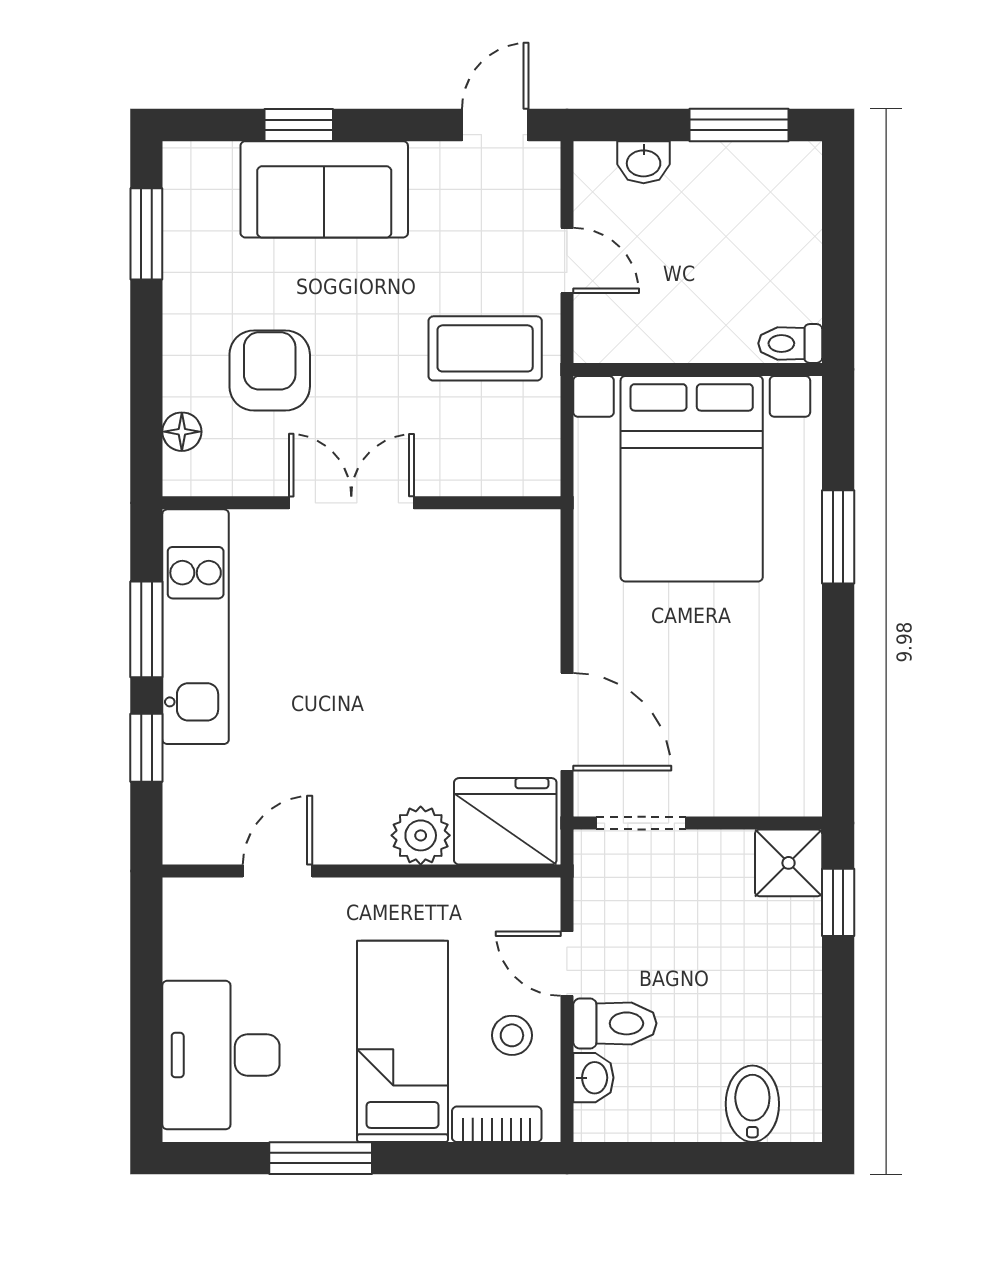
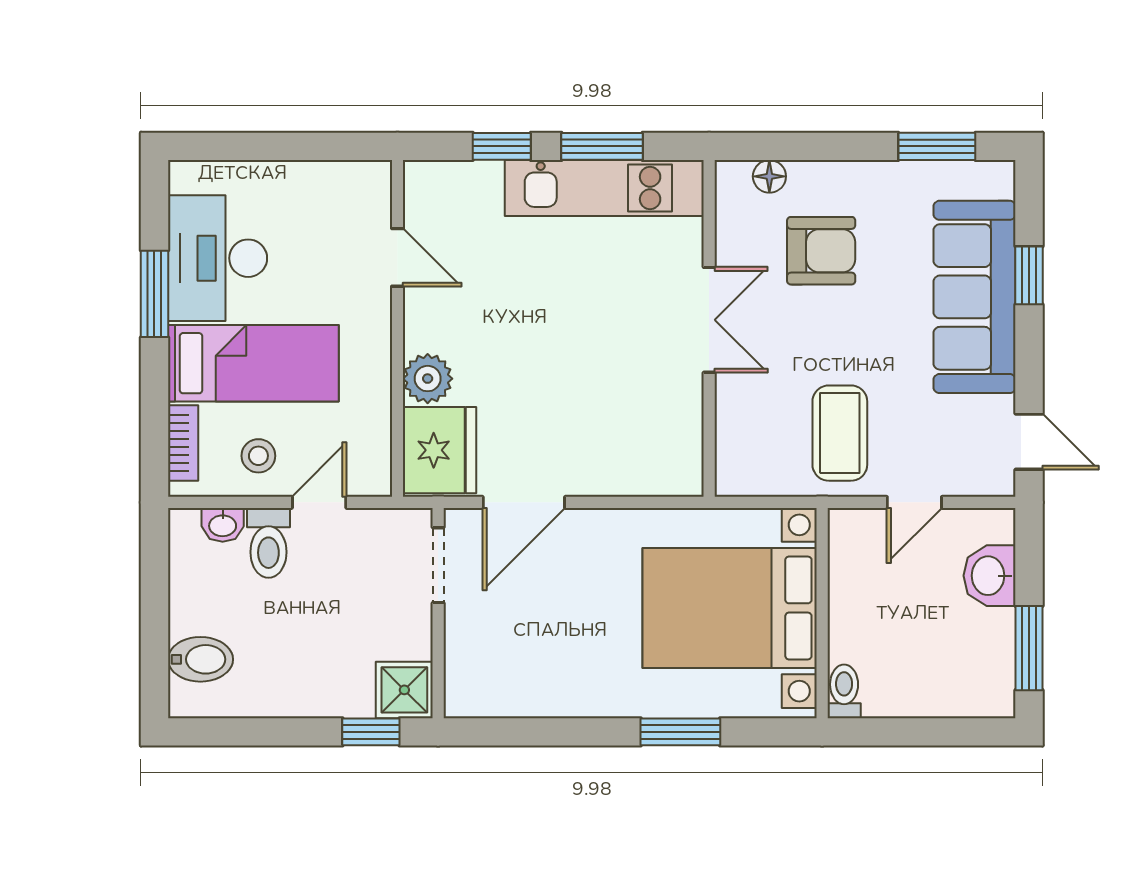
washbasin: (644, 162) -> (990, 576), width x1.38, depth x1.45
sofa: (324, 189) -> (975, 297), width x1.36
desk: (221, 1055) -> (217, 258), moved, turned -90

